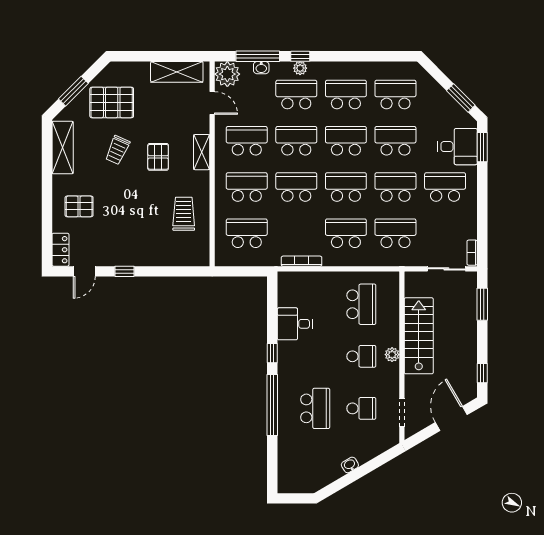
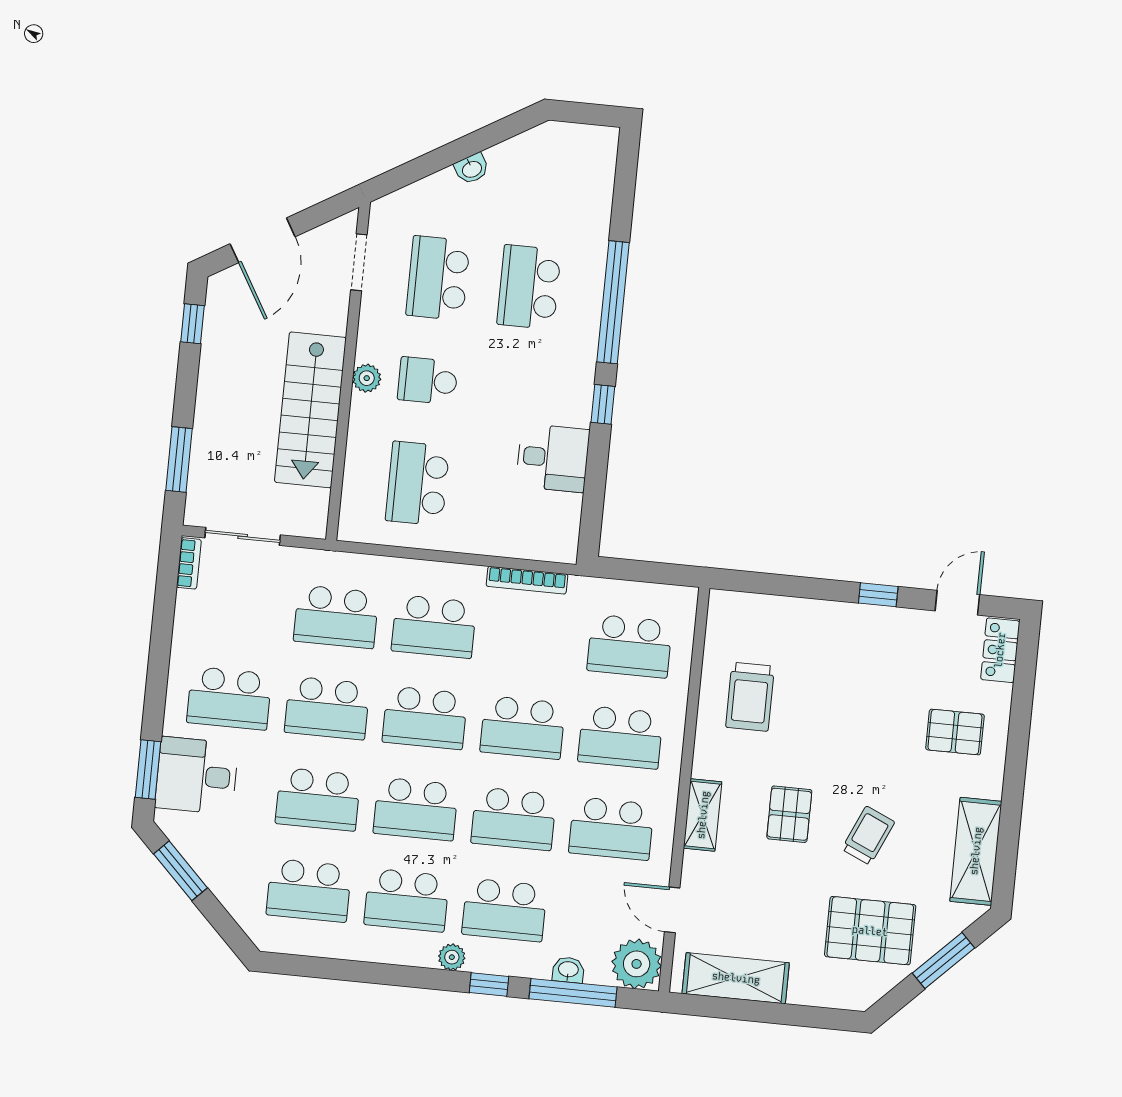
plant: (300, 68) -> (452, 957), moved
school desk: (361, 408) -> (438, 278), width x1.85

